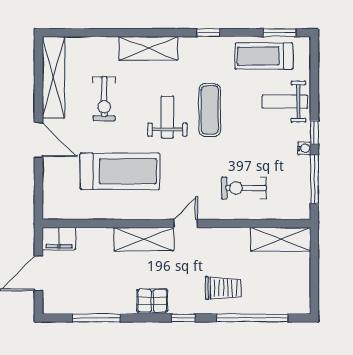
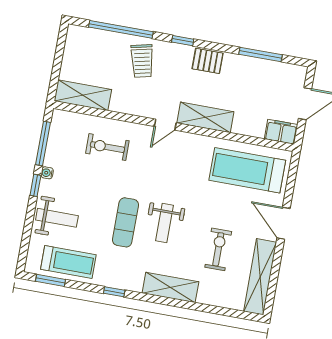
treadmill: (120, 171) -> (247, 170), moved
exercise bike: (244, 188) -> (107, 147), turned 180
trolley: (223, 288) -> (142, 61), turned -103

